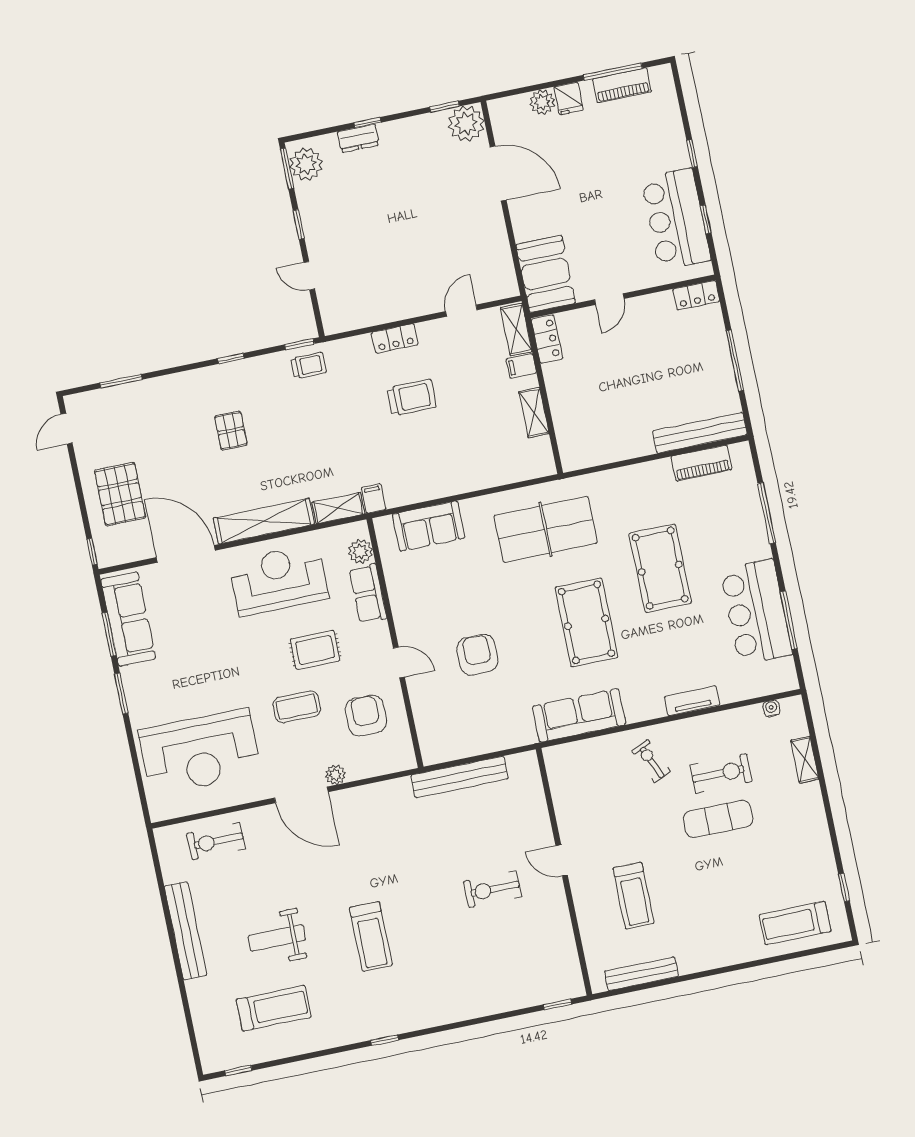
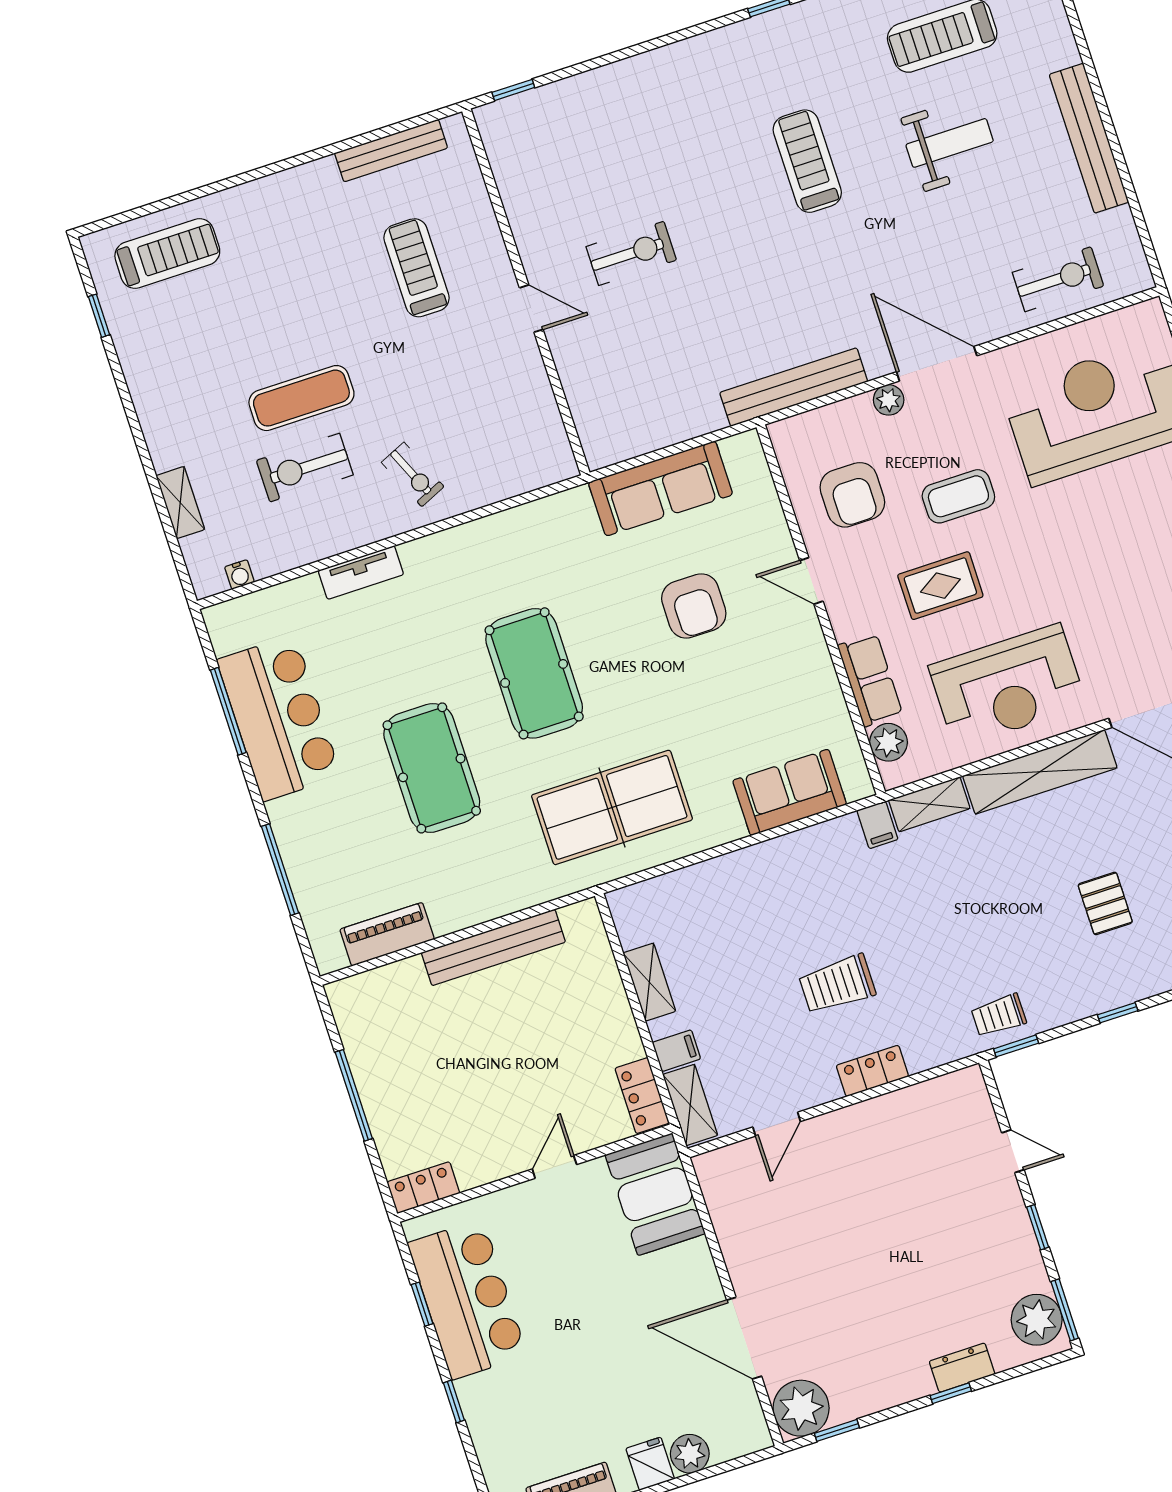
bench: (700, 433) -> (493, 947), moved
sofa: (579, 715) -> (661, 489), moved
bench: (460, 777) -> (794, 387), moved

